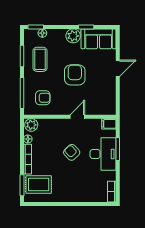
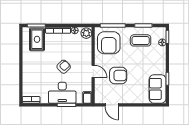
plant: (73, 36) -> (160, 68), removed
door: (118, 68) -> (112, 105), moved
armchair: (75, 75) -> (118, 76), moved
armchair: (43, 98) -> (109, 43), width x1.88, depth x1.88

